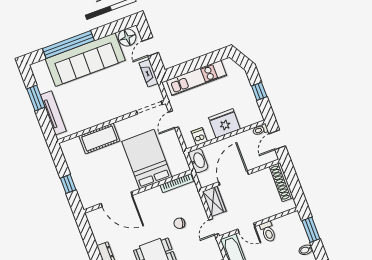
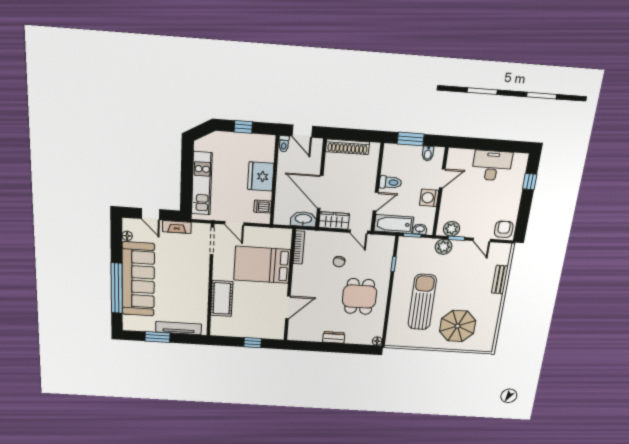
floor lamp: (127, 37) -> (127, 236), width x0.53, depth x0.53
washbasin: (198, 161) -> (303, 219), moved
door: (117, 199) -> (288, 307), width x0.73

